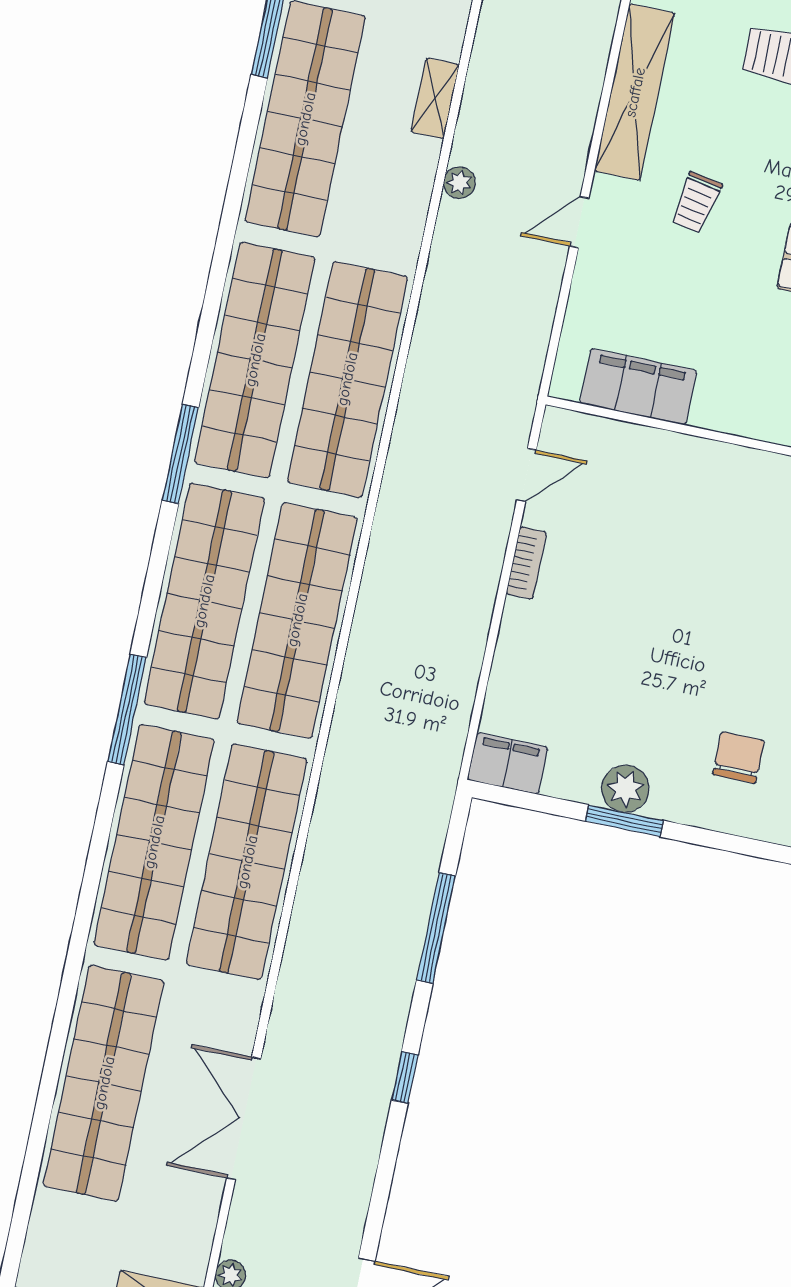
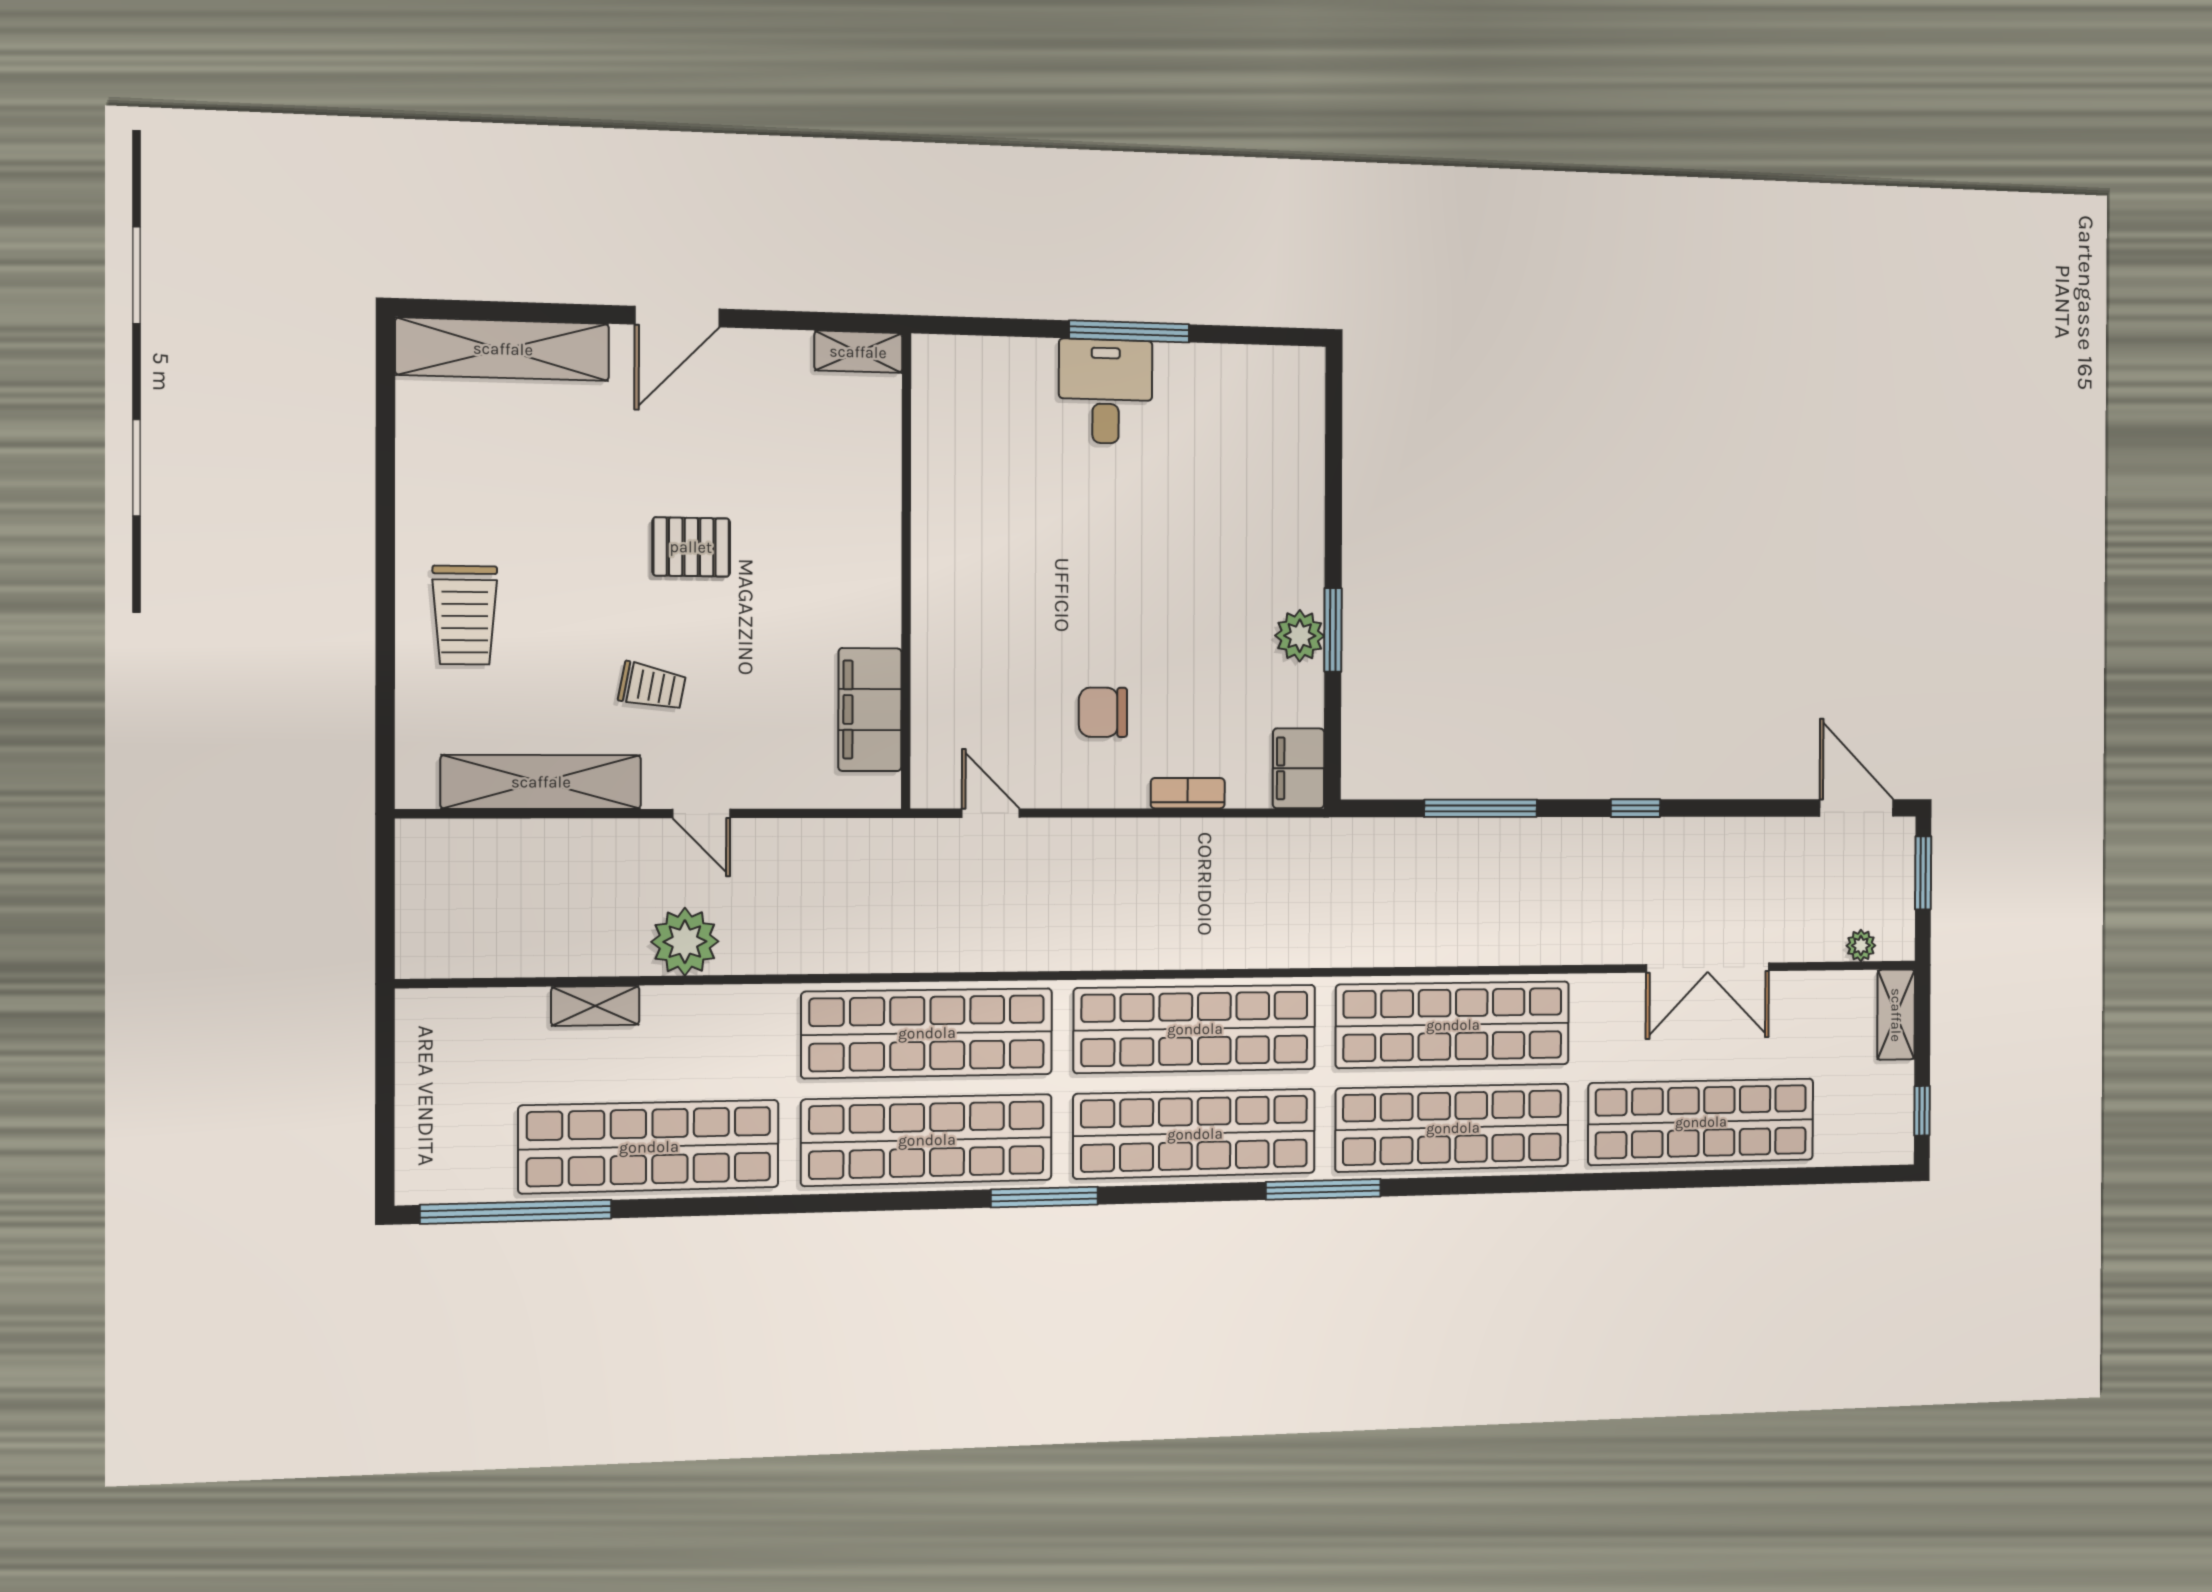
plant: (459, 183) -> (685, 942), width x1.87, depth x1.87
bookcase: (526, 563) -> (1188, 793), moved
chair: (738, 758) -> (1103, 712), moved

